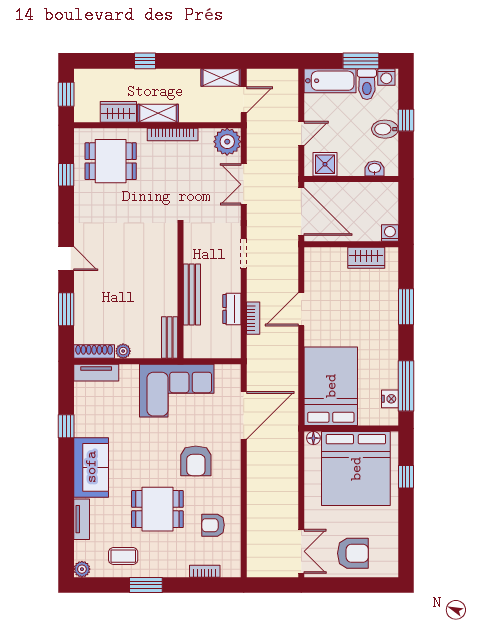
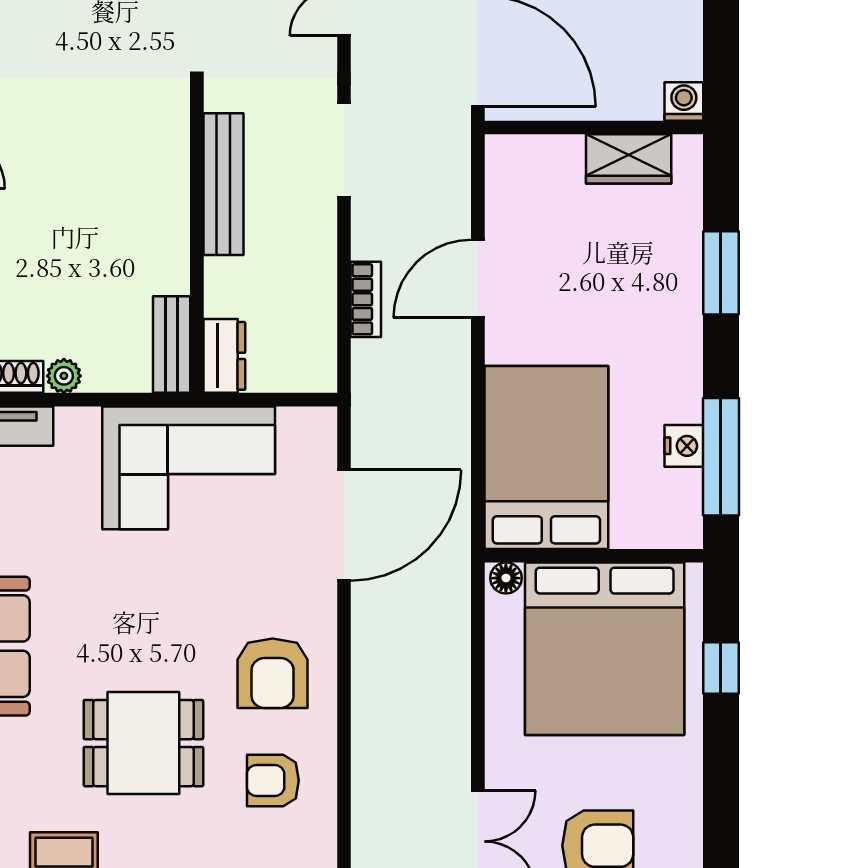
doorway: (244, 254) -> (344, 150), width x1.38
bench: (192, 294) -> (223, 184), moved
dresser: (232, 309) -> (224, 356), moved, turned 180
nightstand: (390, 399) -> (684, 446), moved
armchair: (196, 461) -> (273, 673), moved

